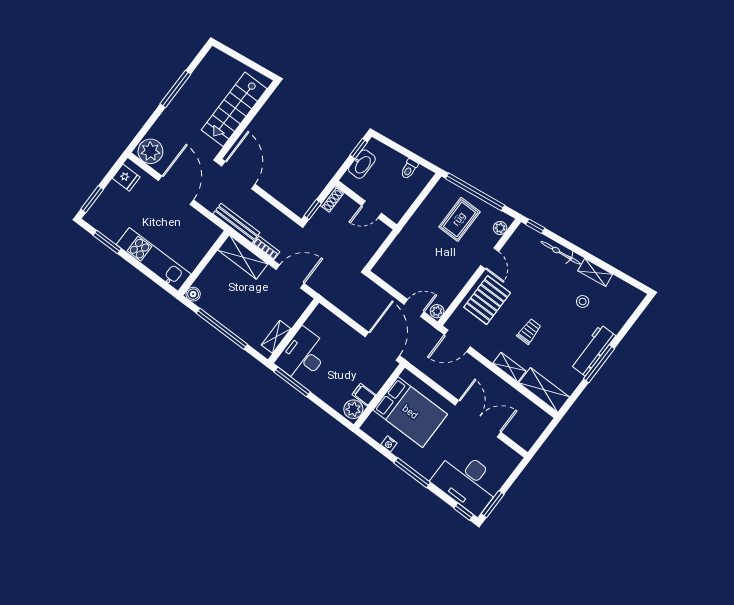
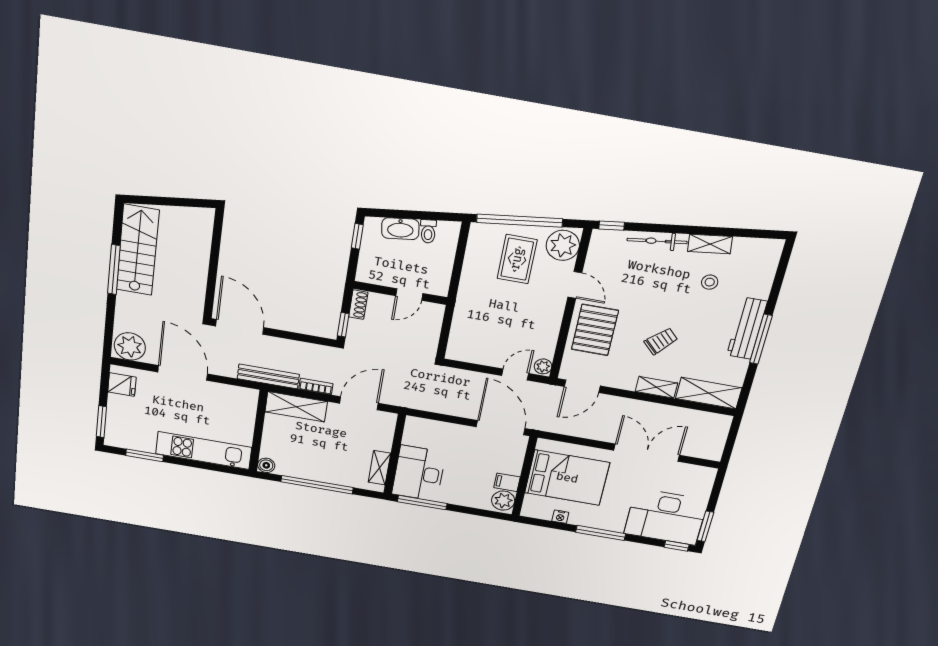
stairs: (234, 109) -> (138, 250), moved, turned 180
washbasin: (362, 164) -> (400, 229), moved, turned 83
plant: (500, 228) -> (563, 245), width x1.88, depth x1.88
trolley: (529, 331) -> (661, 341), turned 45

